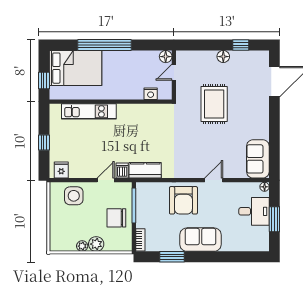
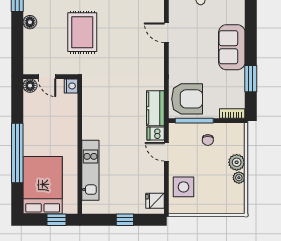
nightstand: (151, 94) -> (71, 86), moved
rug: (214, 104) -> (82, 32), turned 90
armchair: (183, 200) -> (187, 99), moved
chair: (116, 218) -> (208, 140), width x0.54, depth x0.54

